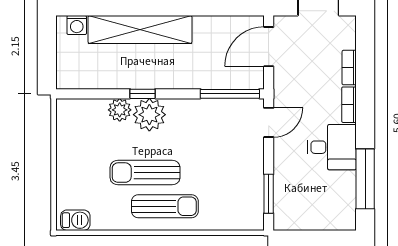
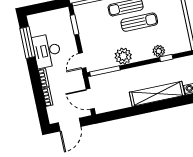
door: (269, 47) -> (90, 99), swing flipped
window: (143, 94) -> (166, 58), moved
plant: (149, 115) -> (123, 56), moved
desk: (332, 147) -> (47, 51), width x1.37

